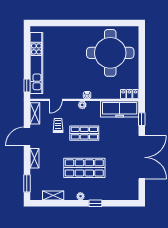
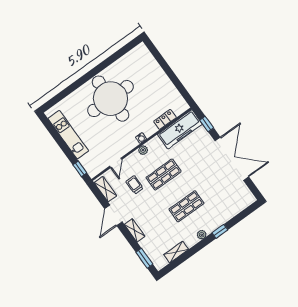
round table: (110, 53) -> (111, 99), moved
kitchen unit: (36, 63) -> (68, 135), width x0.73
locker: (129, 94) -> (165, 119), moved
shop shelf: (84, 168) -> (186, 206), width x0.70, depth x0.74

